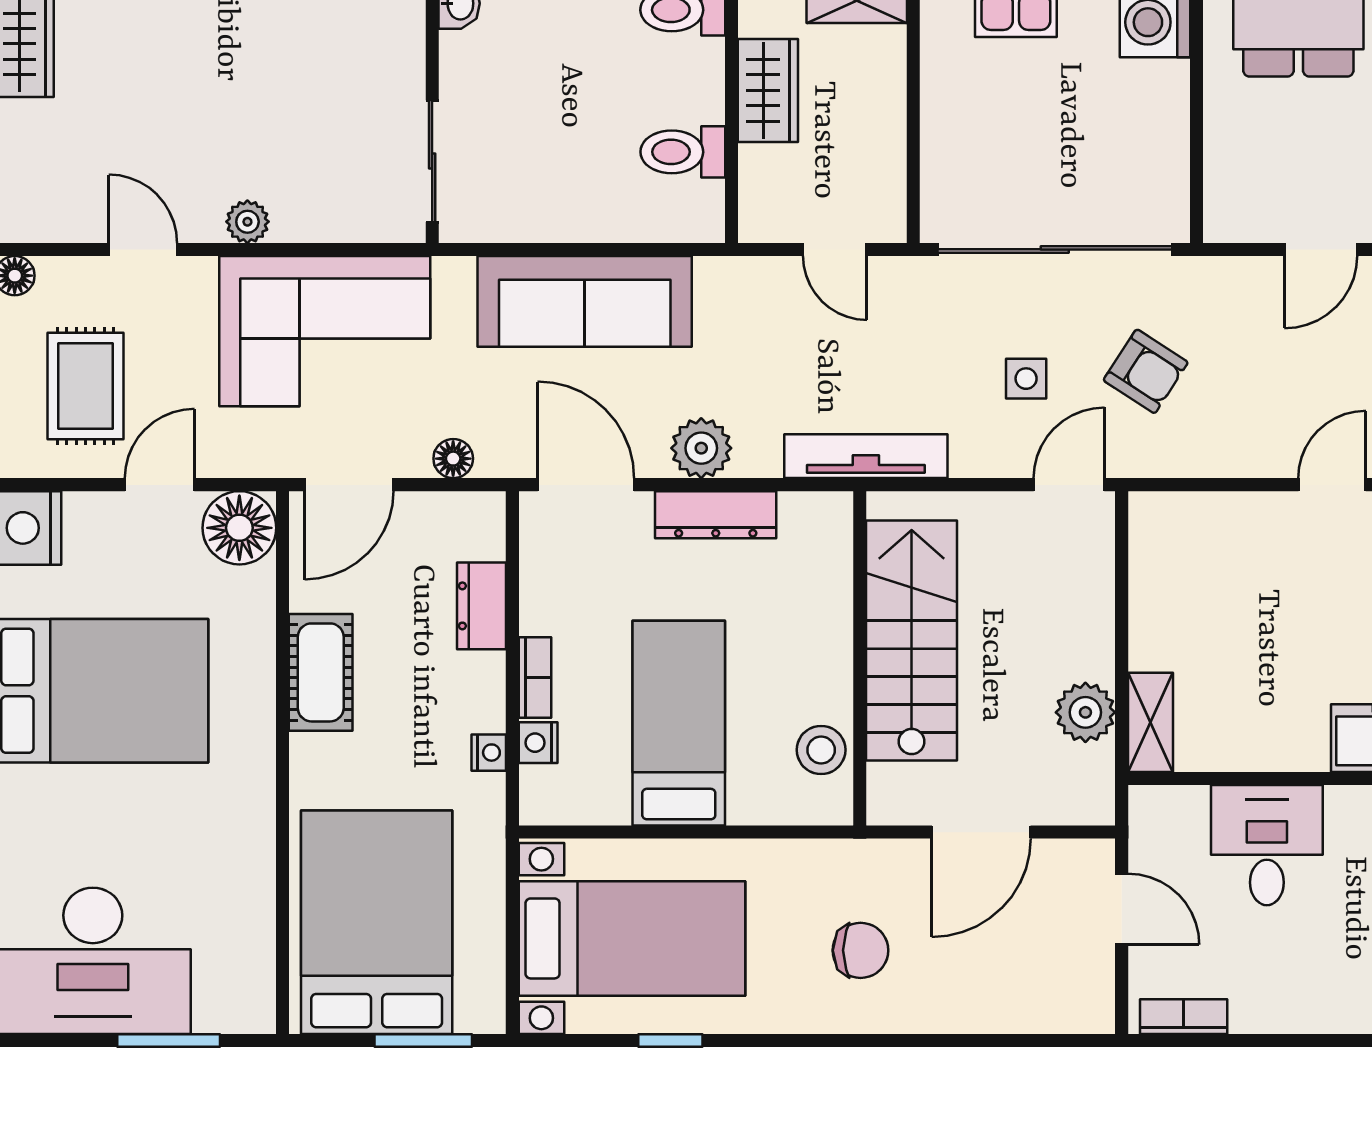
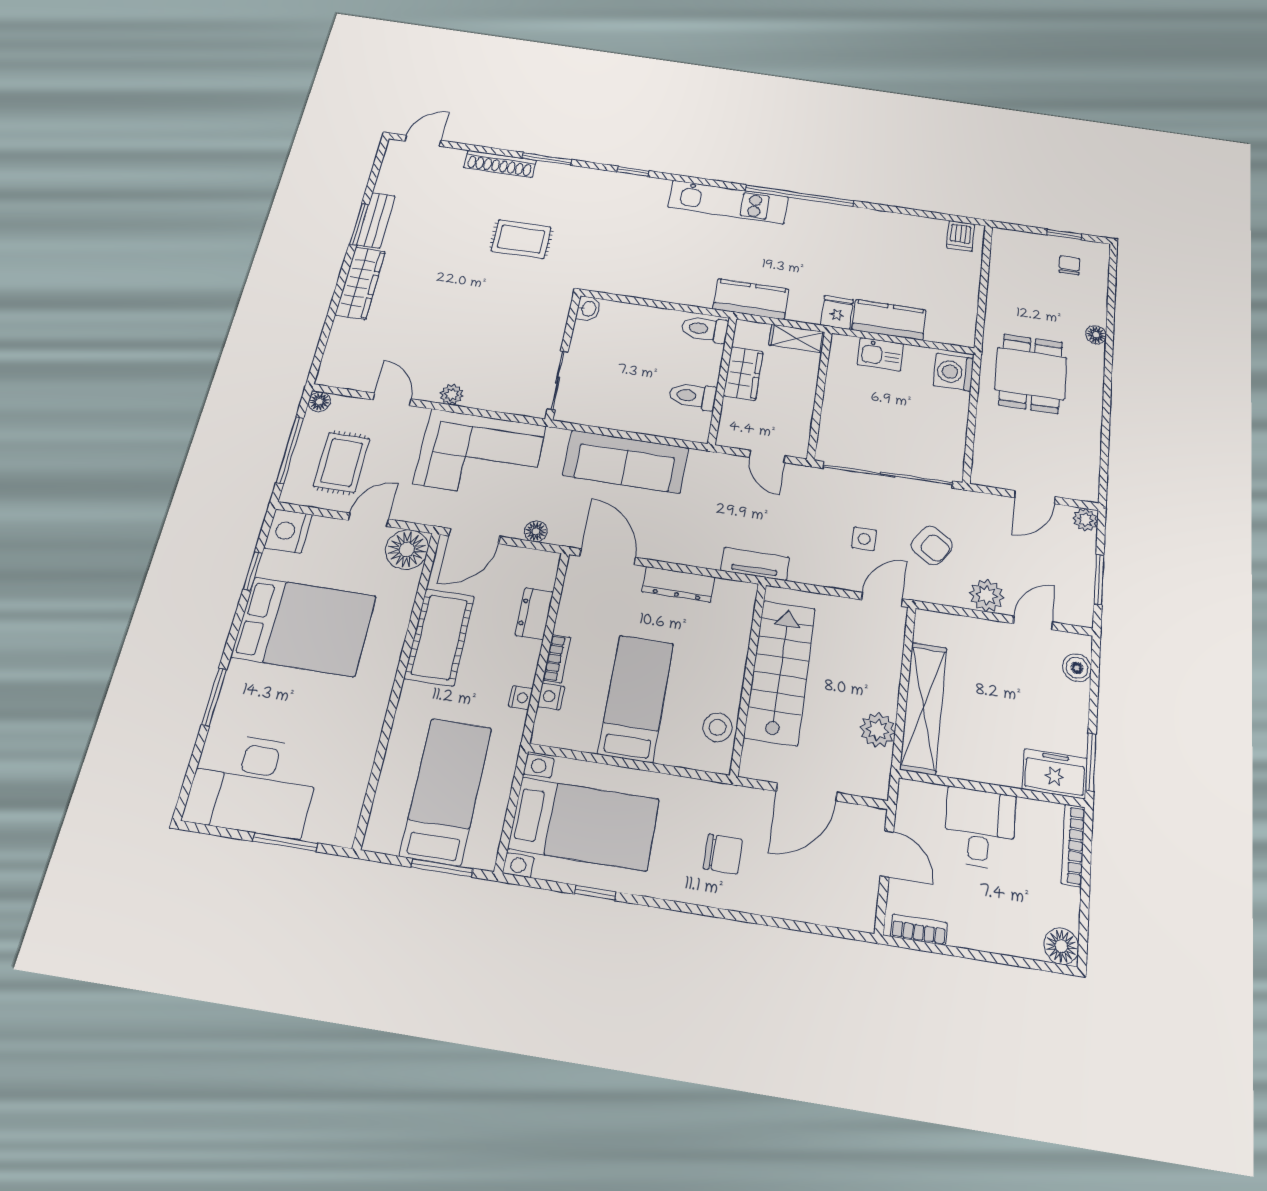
plant: (701, 448) -> (987, 595), moved
tv unit: (866, 456) -> (755, 564), width x0.71
cot: (321, 672) -> (439, 637), width x1.37, depth x1.34
shelving: (1150, 722) -> (923, 708), width x2.20, depth x1.33
bed: (377, 922) -> (446, 791), width x0.67

